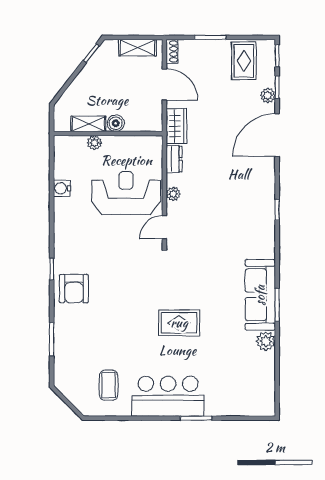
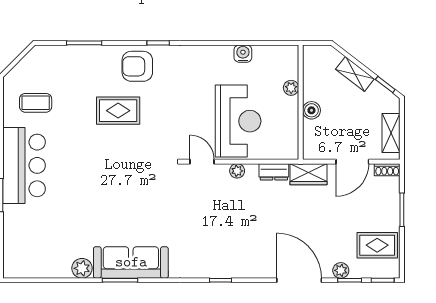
shelving: (88, 124) -> (355, 74), moved, turned -52
rug: (179, 323) -> (118, 111), moved, turned 90

